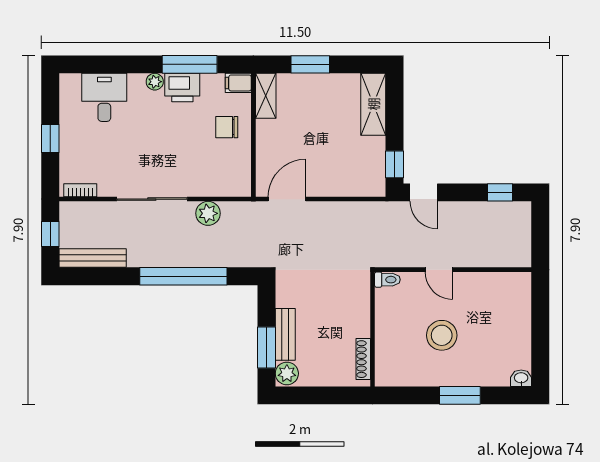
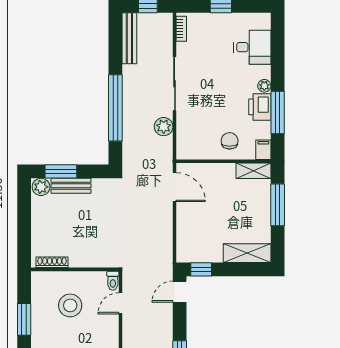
window: (310, 64) -> (278, 205), width x1.44
toilet: (387, 280) -> (113, 281), moved
wall: (372, 329) -> (75, 269), moved
shoe rack: (363, 359) -> (52, 262), moved

